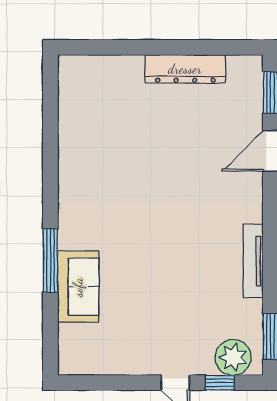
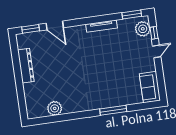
plant: (75, 123) -> (55, 108), added
sofa: (78, 287) -> (150, 87), moved, turned -90

